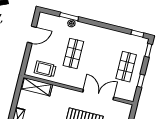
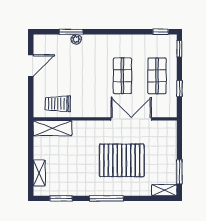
shop shelf: (73, 53) -> (122, 76), moved

